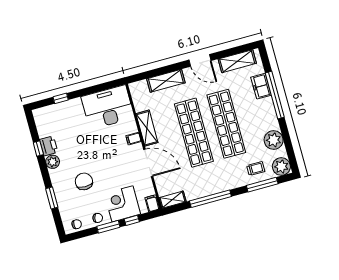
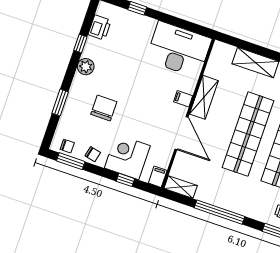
printer: (49, 146) -> (100, 28), moved
window: (108, 227) -> (71, 161), moved

